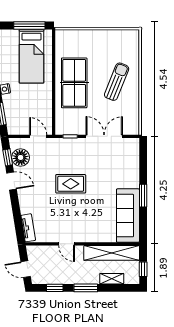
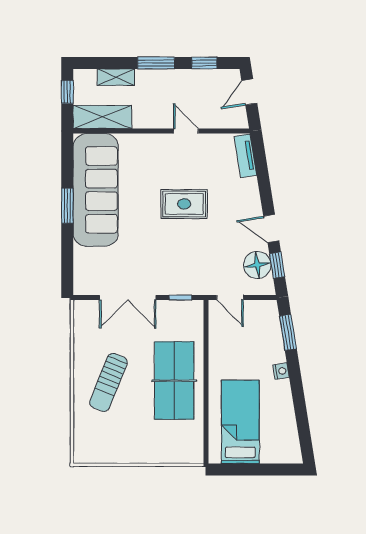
window: (29, 25) -> (244, 470), removed
rug: (71, 184) -> (184, 204), moved
sofa: (128, 216) -> (96, 190), width x1.36, depth x1.27
shelving: (112, 253) -> (102, 117), width x0.68
door: (26, 269) -> (249, 92), swing flipped

